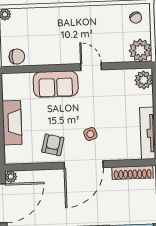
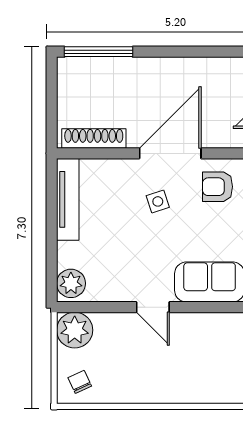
armchair: (53, 145) -> (218, 187), turned 76

